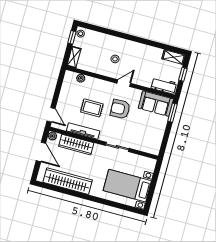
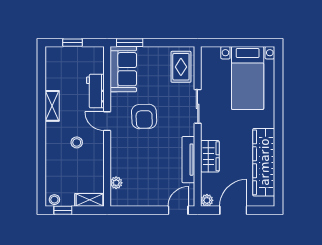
shelving: (174, 57) -> (52, 106), moved
workbench: (164, 86) -> (95, 91), moved
rug: (92, 108) -> (181, 67), moved
wardrobe: (76, 145) -> (210, 156), width x0.67

